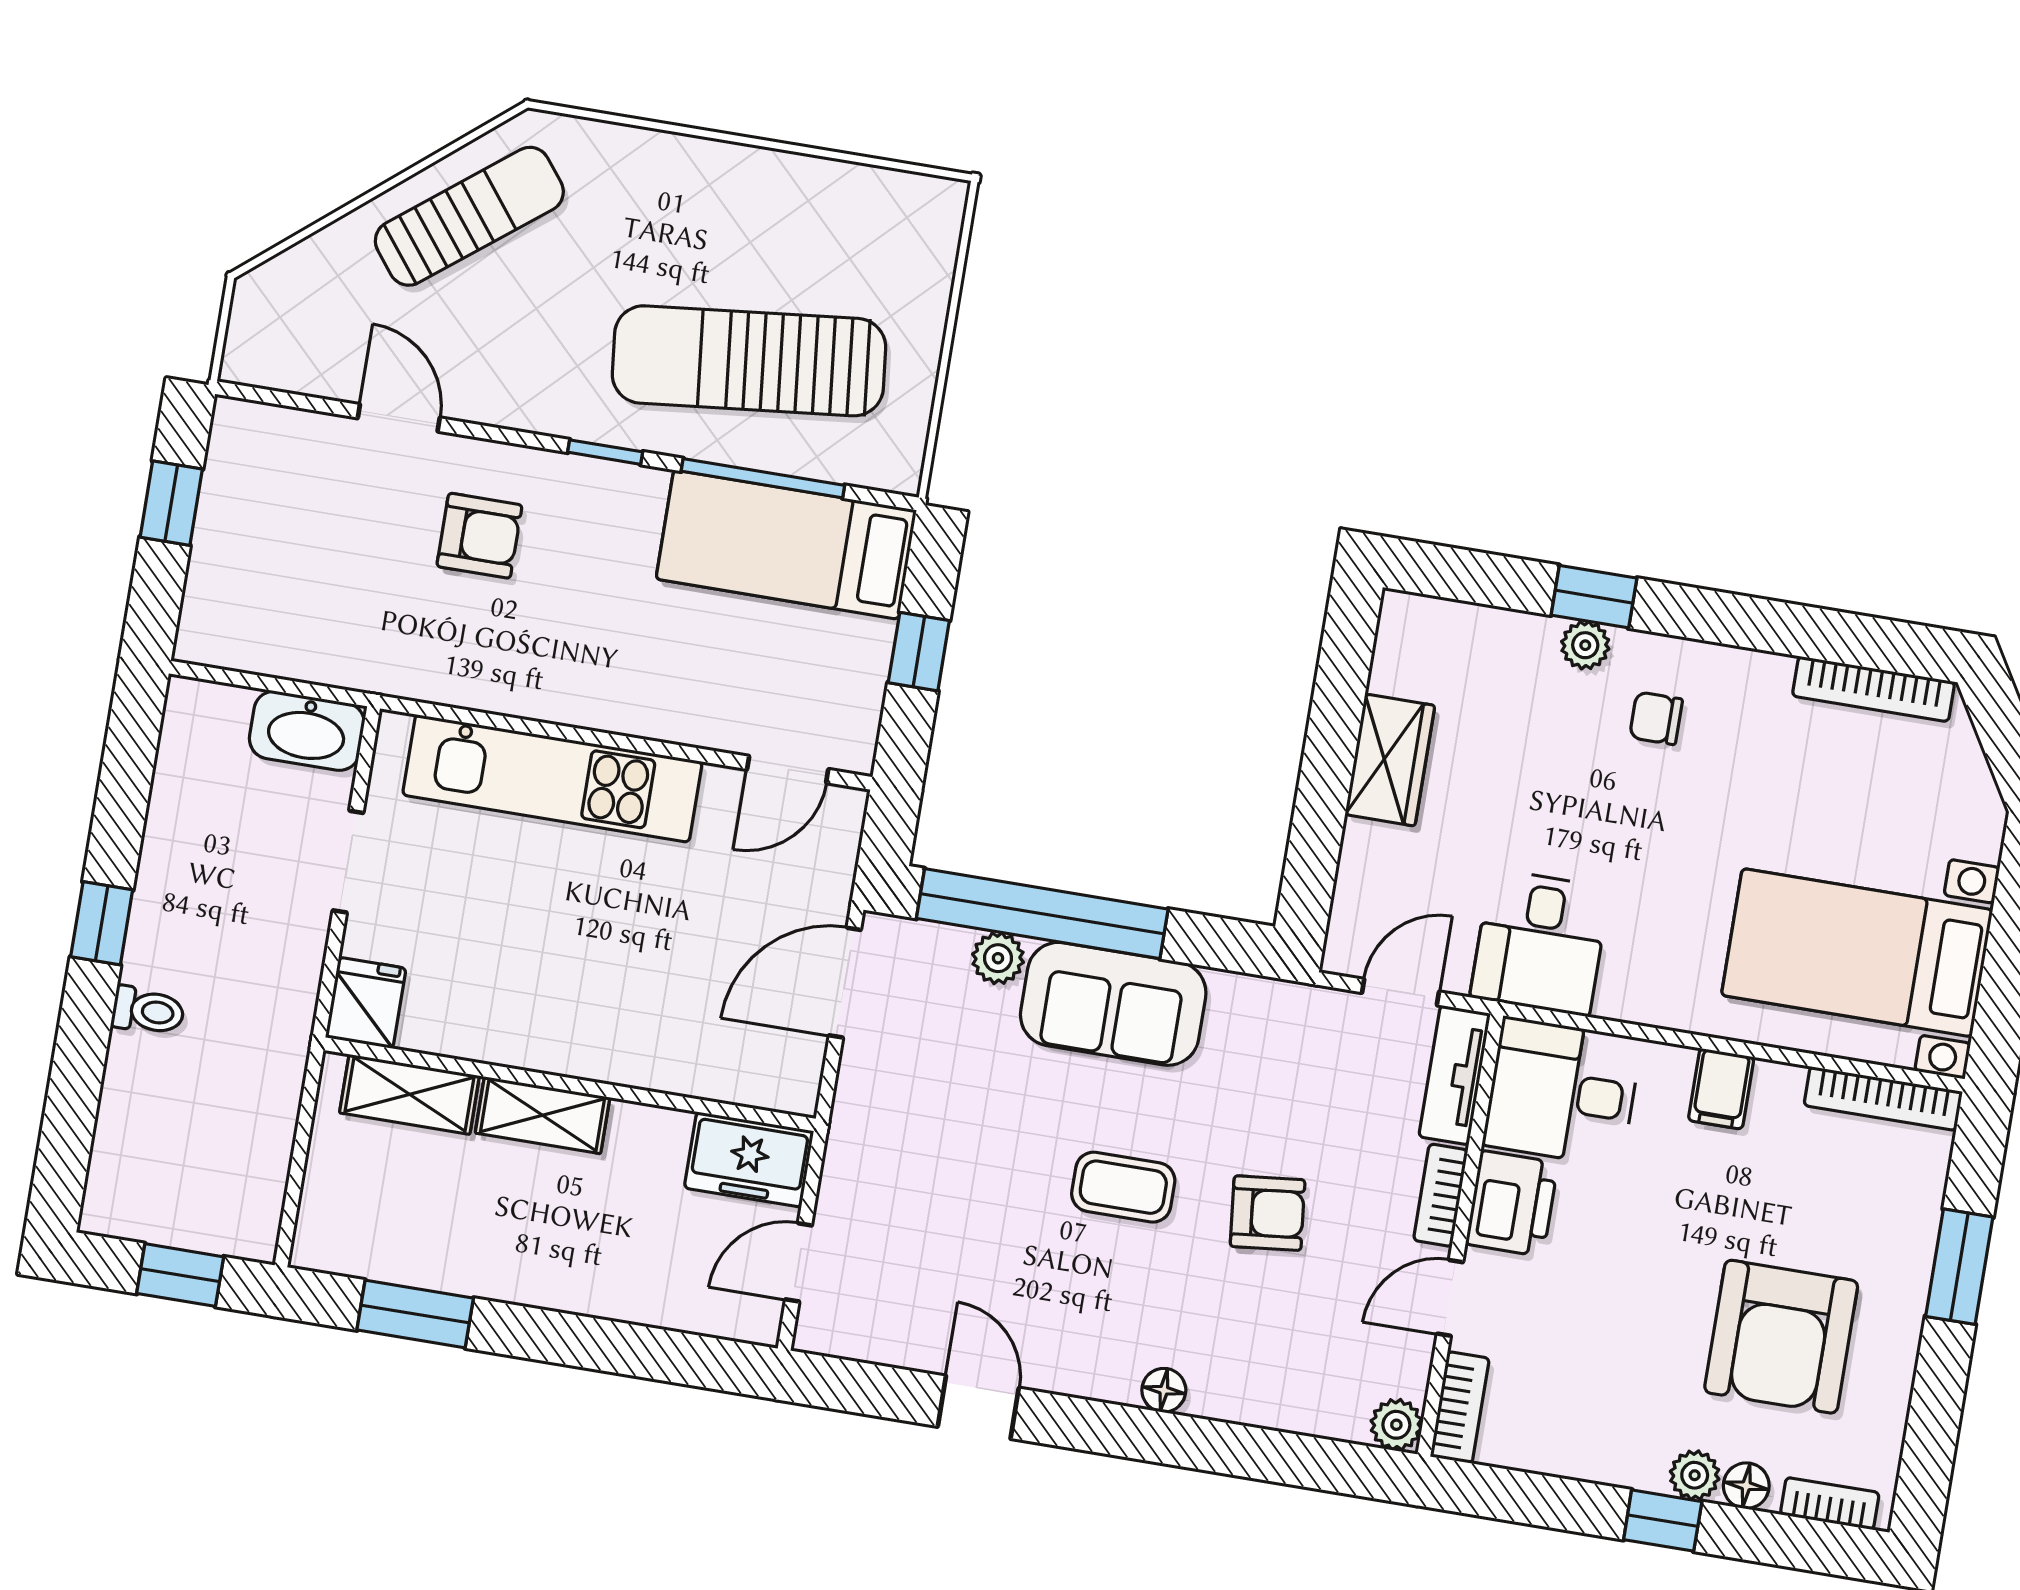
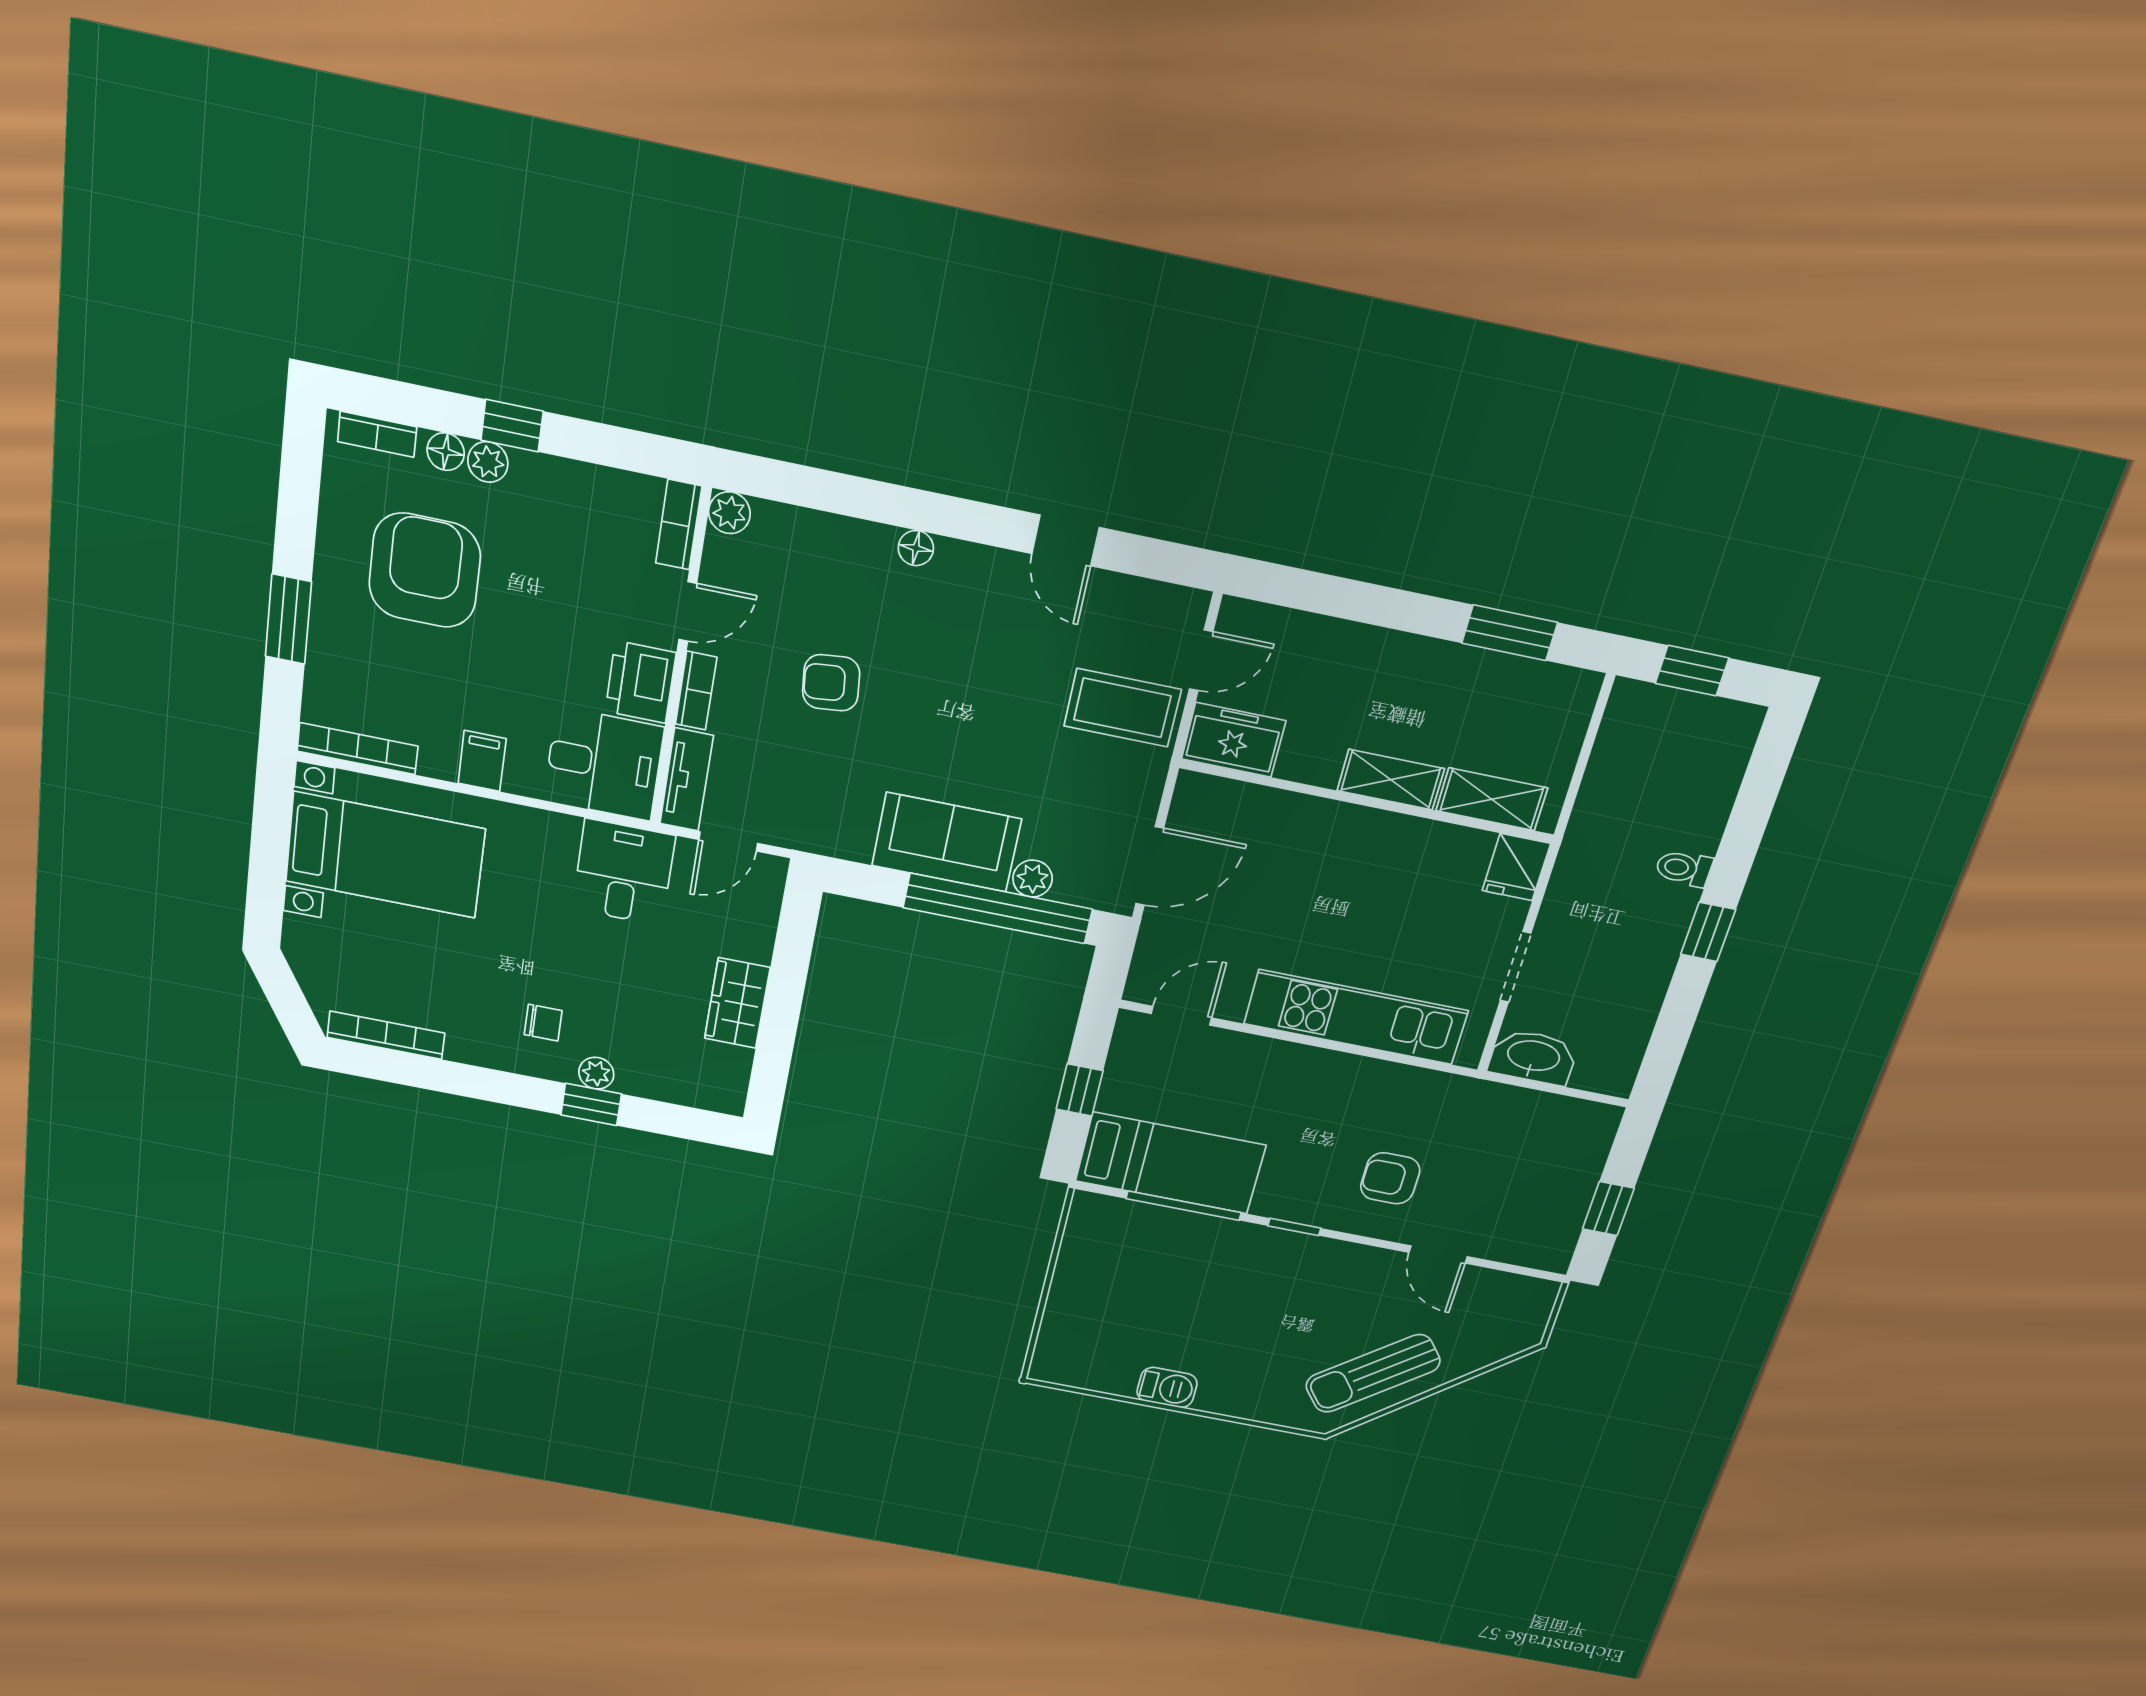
barbecue: (765, 177) -> (1167, 1388), added
sun lounger: (749, 361) -> (1187, 1279), removed
coffee table: (1123, 1187) -> (1122, 708), moved, width x1.36, depth x1.30

